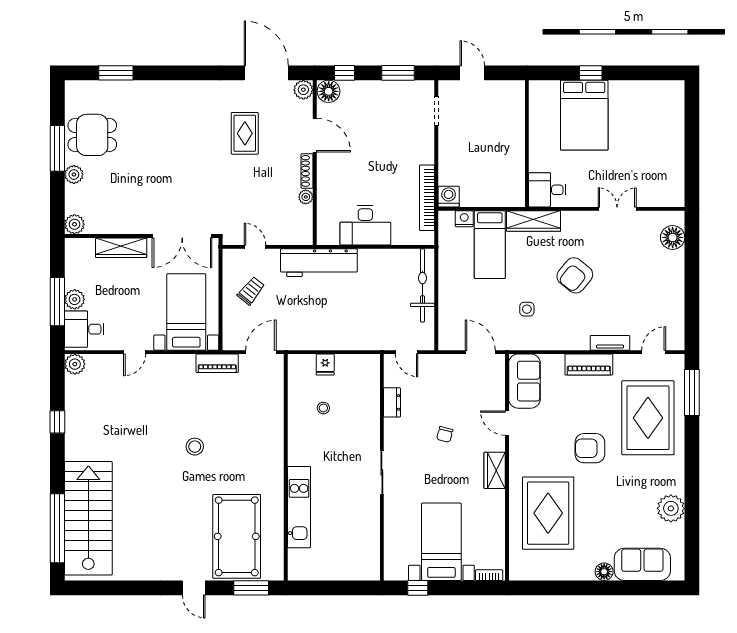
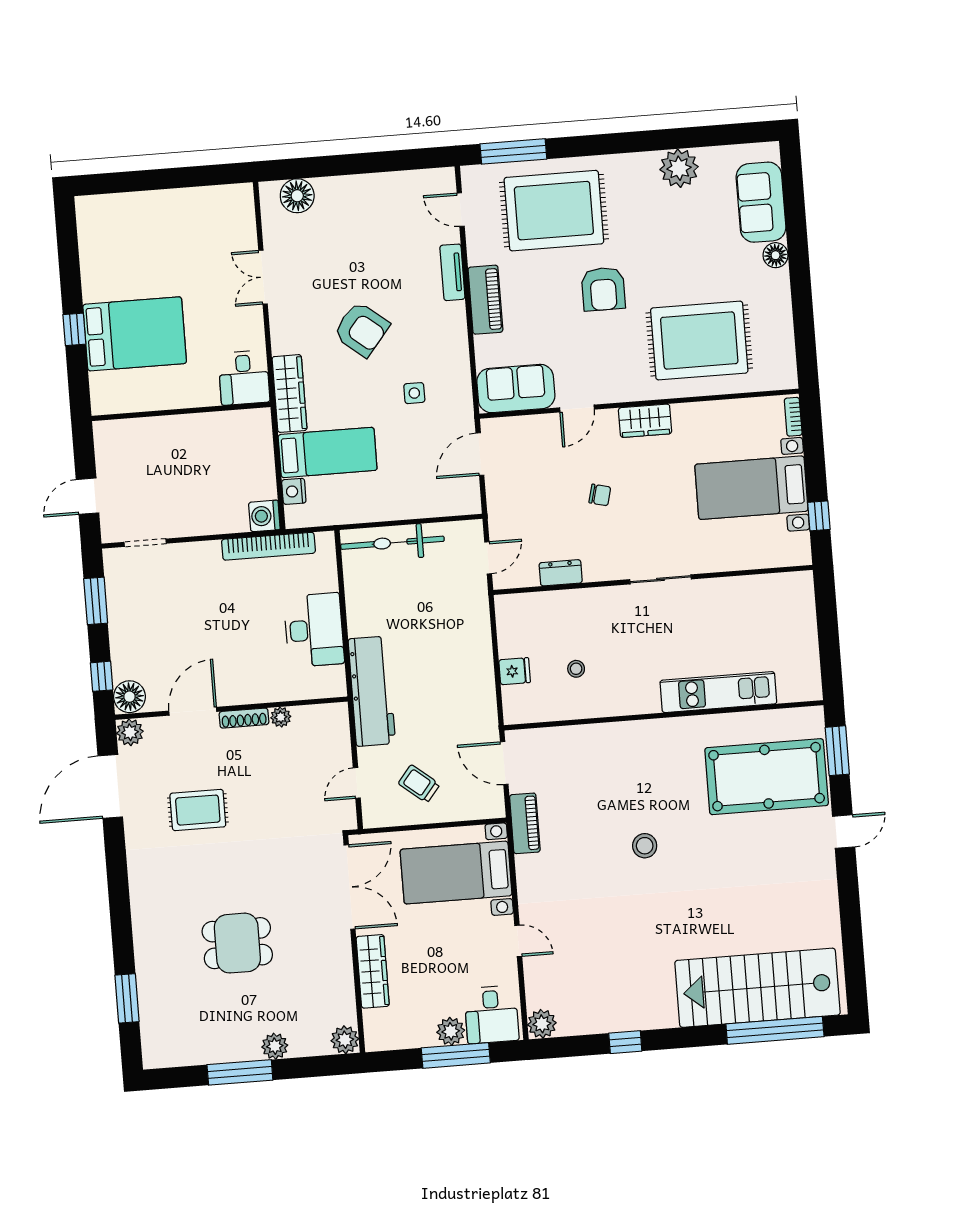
dining table: (92, 135) -> (237, 943), moved, turned 90

